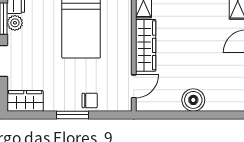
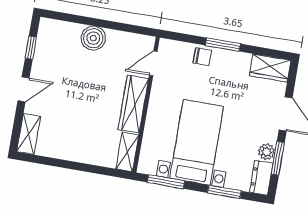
chair: (90, 100) -> (202, 57), turned 180

